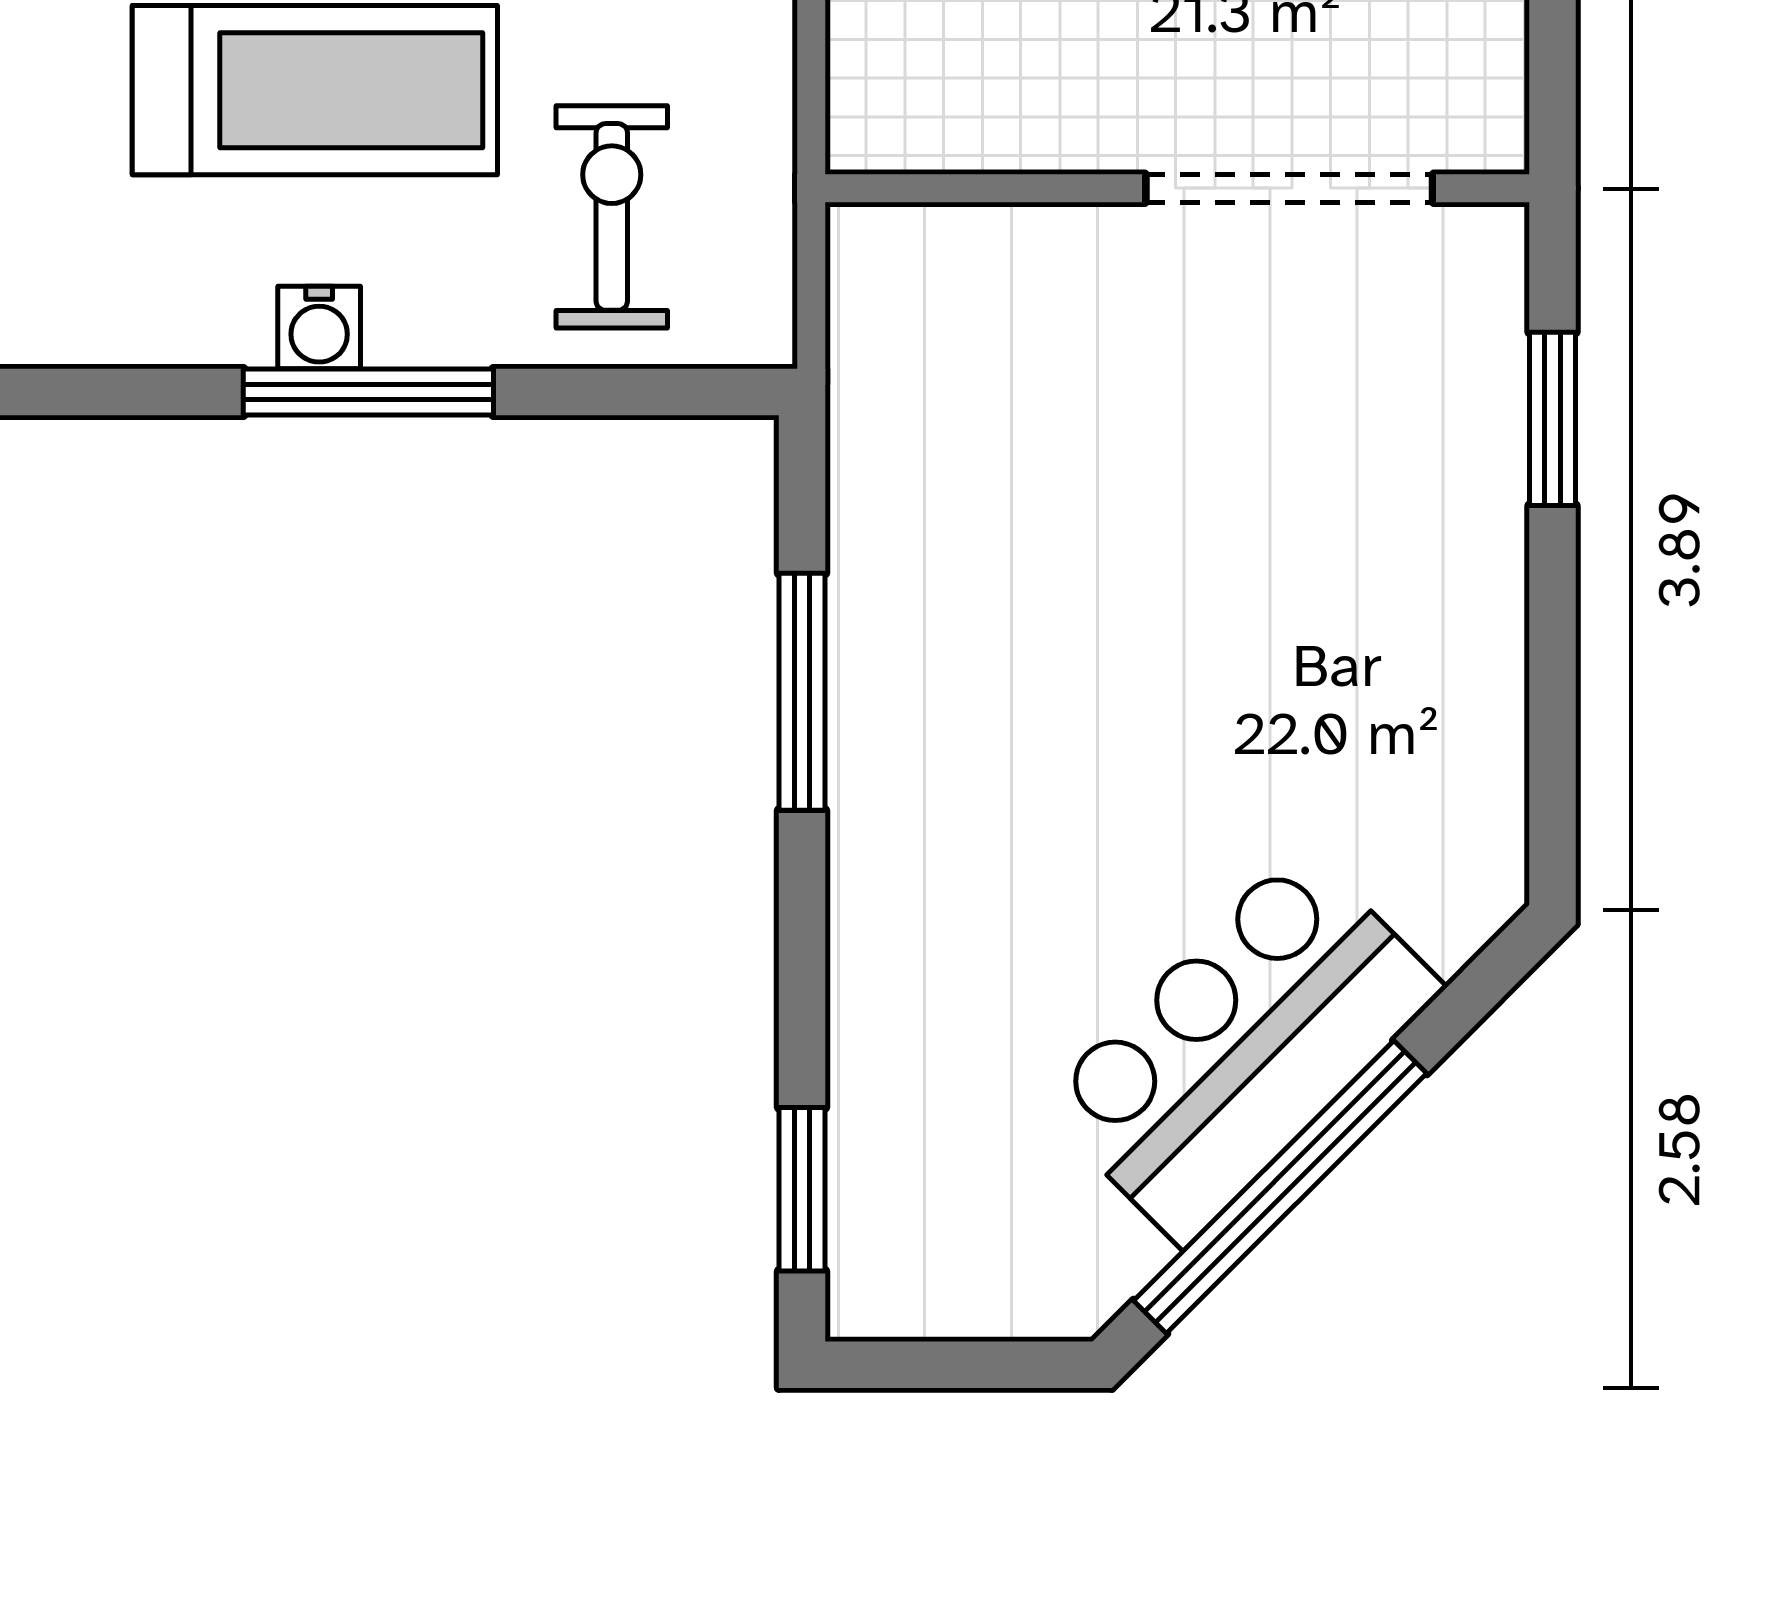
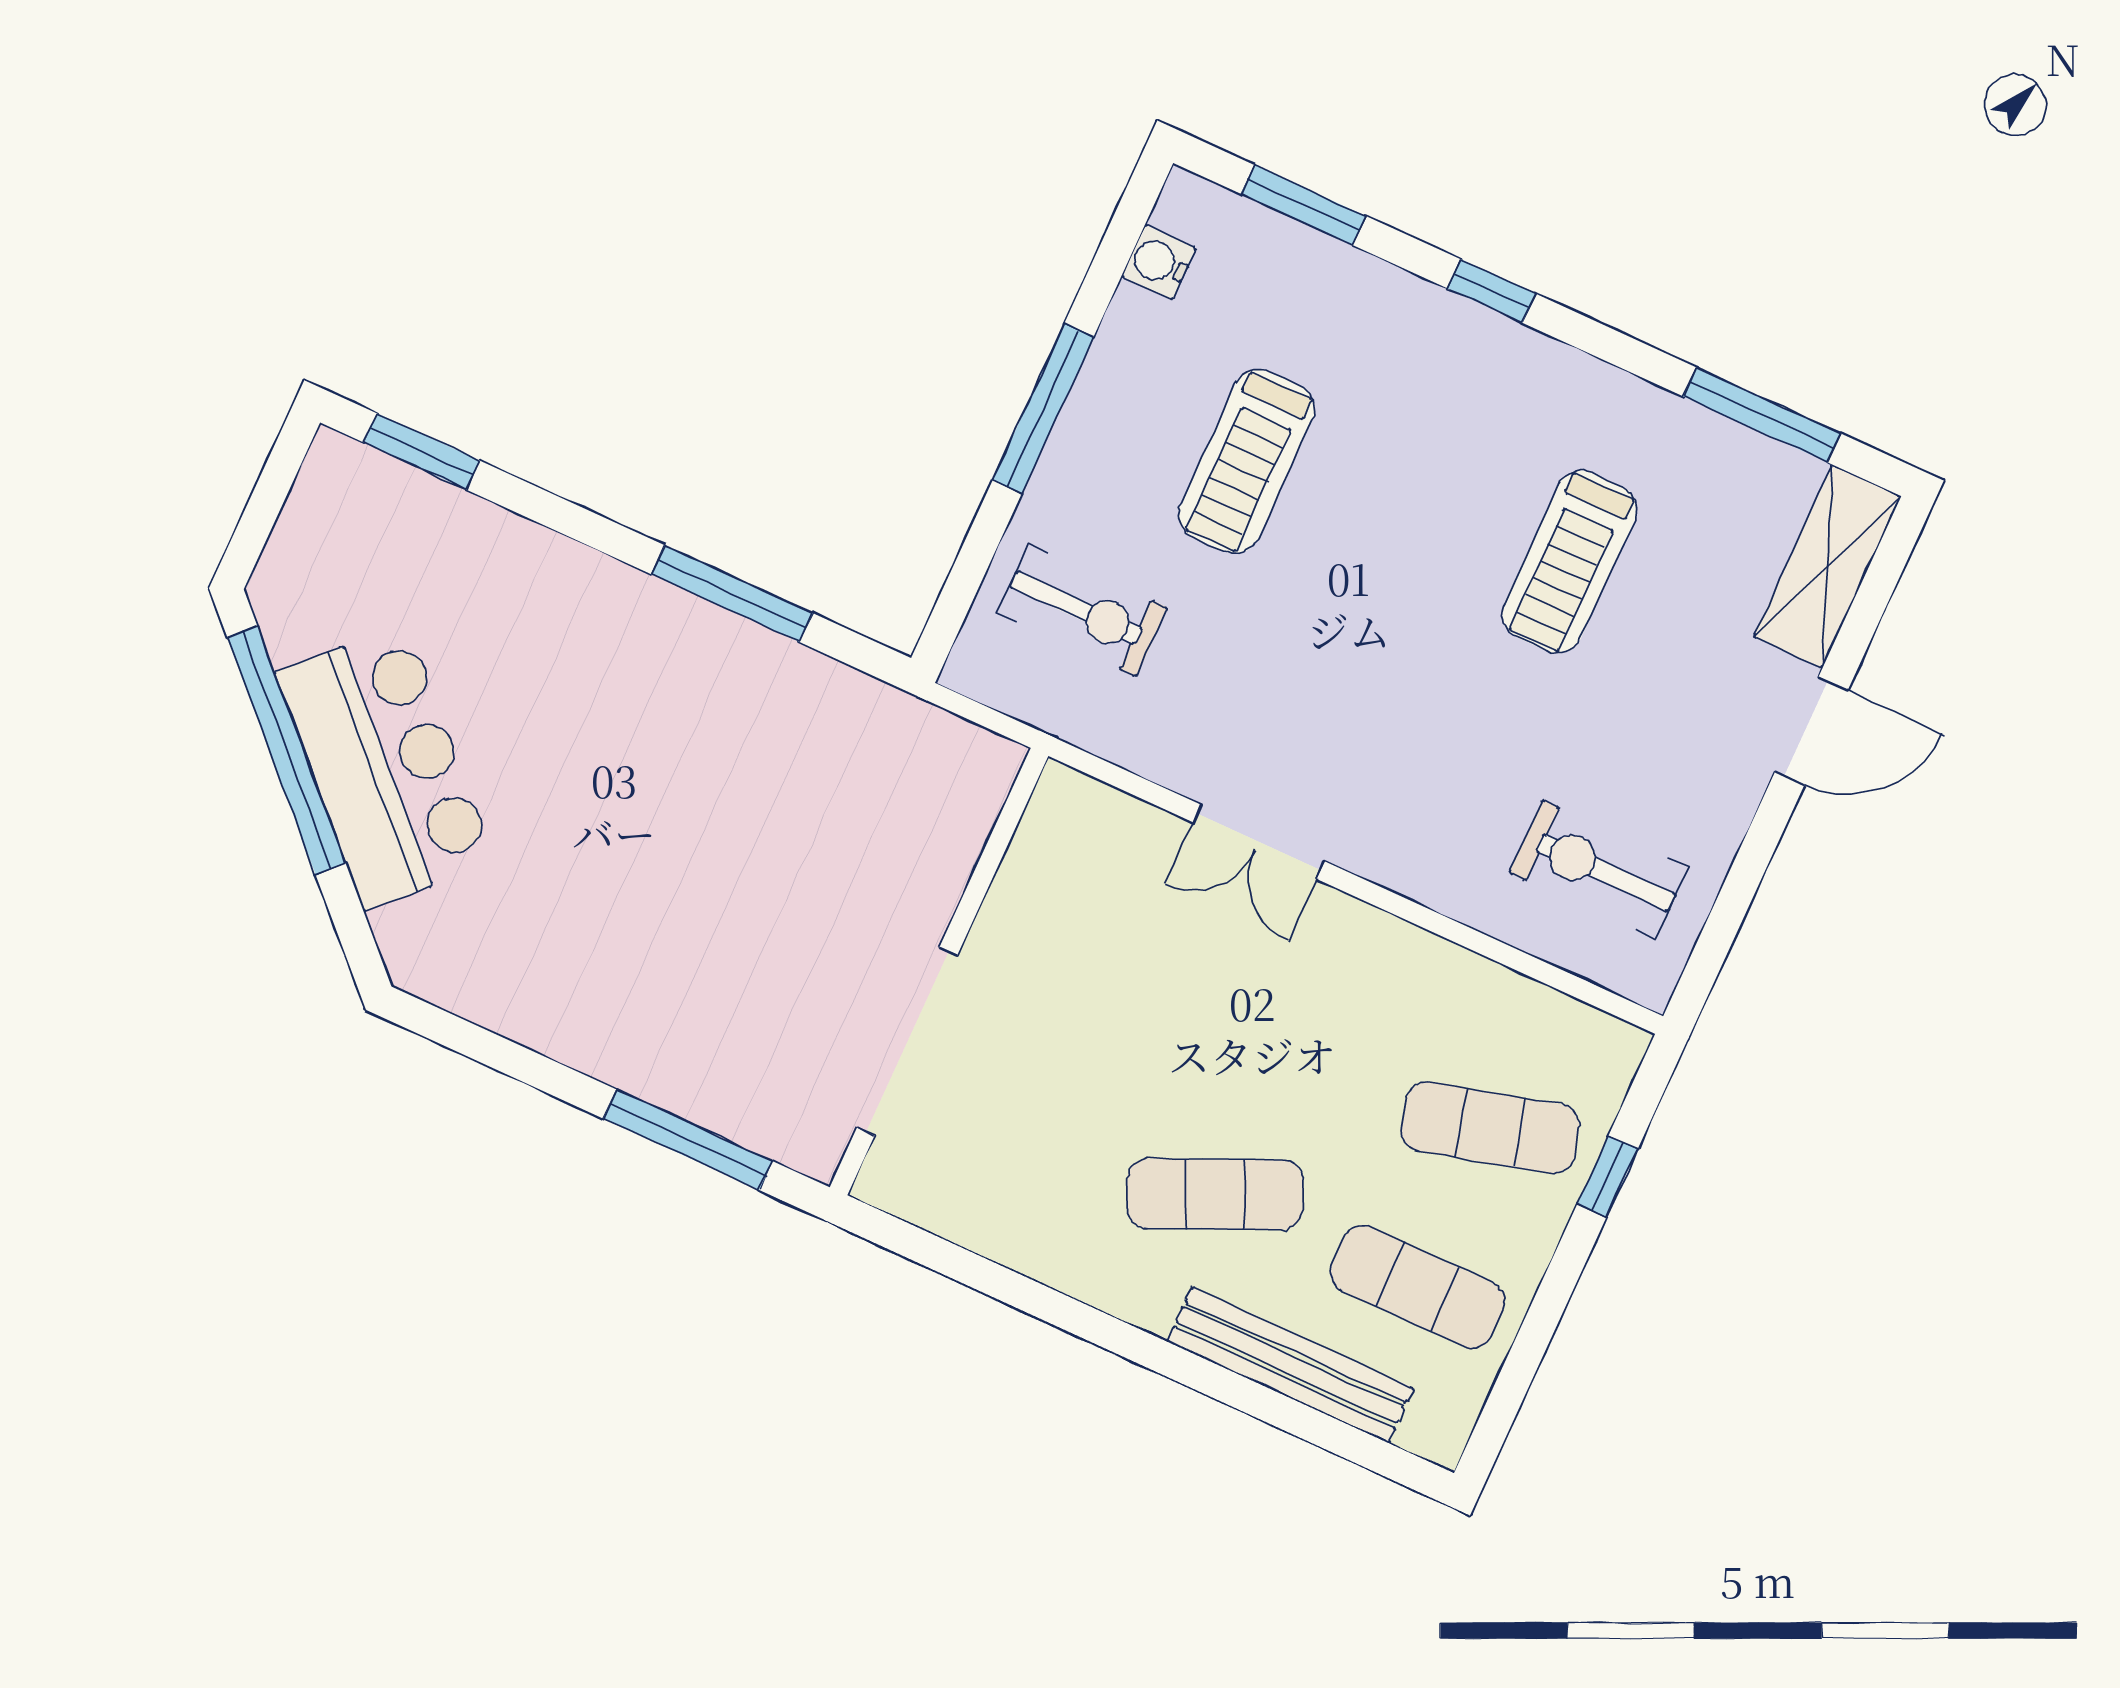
treadmill: (315, 90) -> (1247, 462), width x0.73, depth x0.73
water cooler: (319, 328) -> (1159, 262), moved
window: (1552, 419) -> (688, 1140), width x1.44

